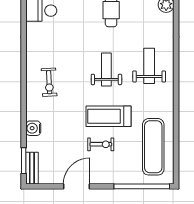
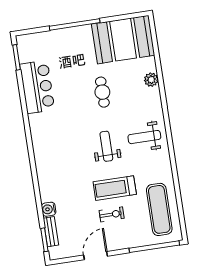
weight bench: (149, 66) -> (144, 137), turned -90
exercise bike: (49, 82) -> (57, 166), removed
bench: (32, 168) -> (51, 232), moved

